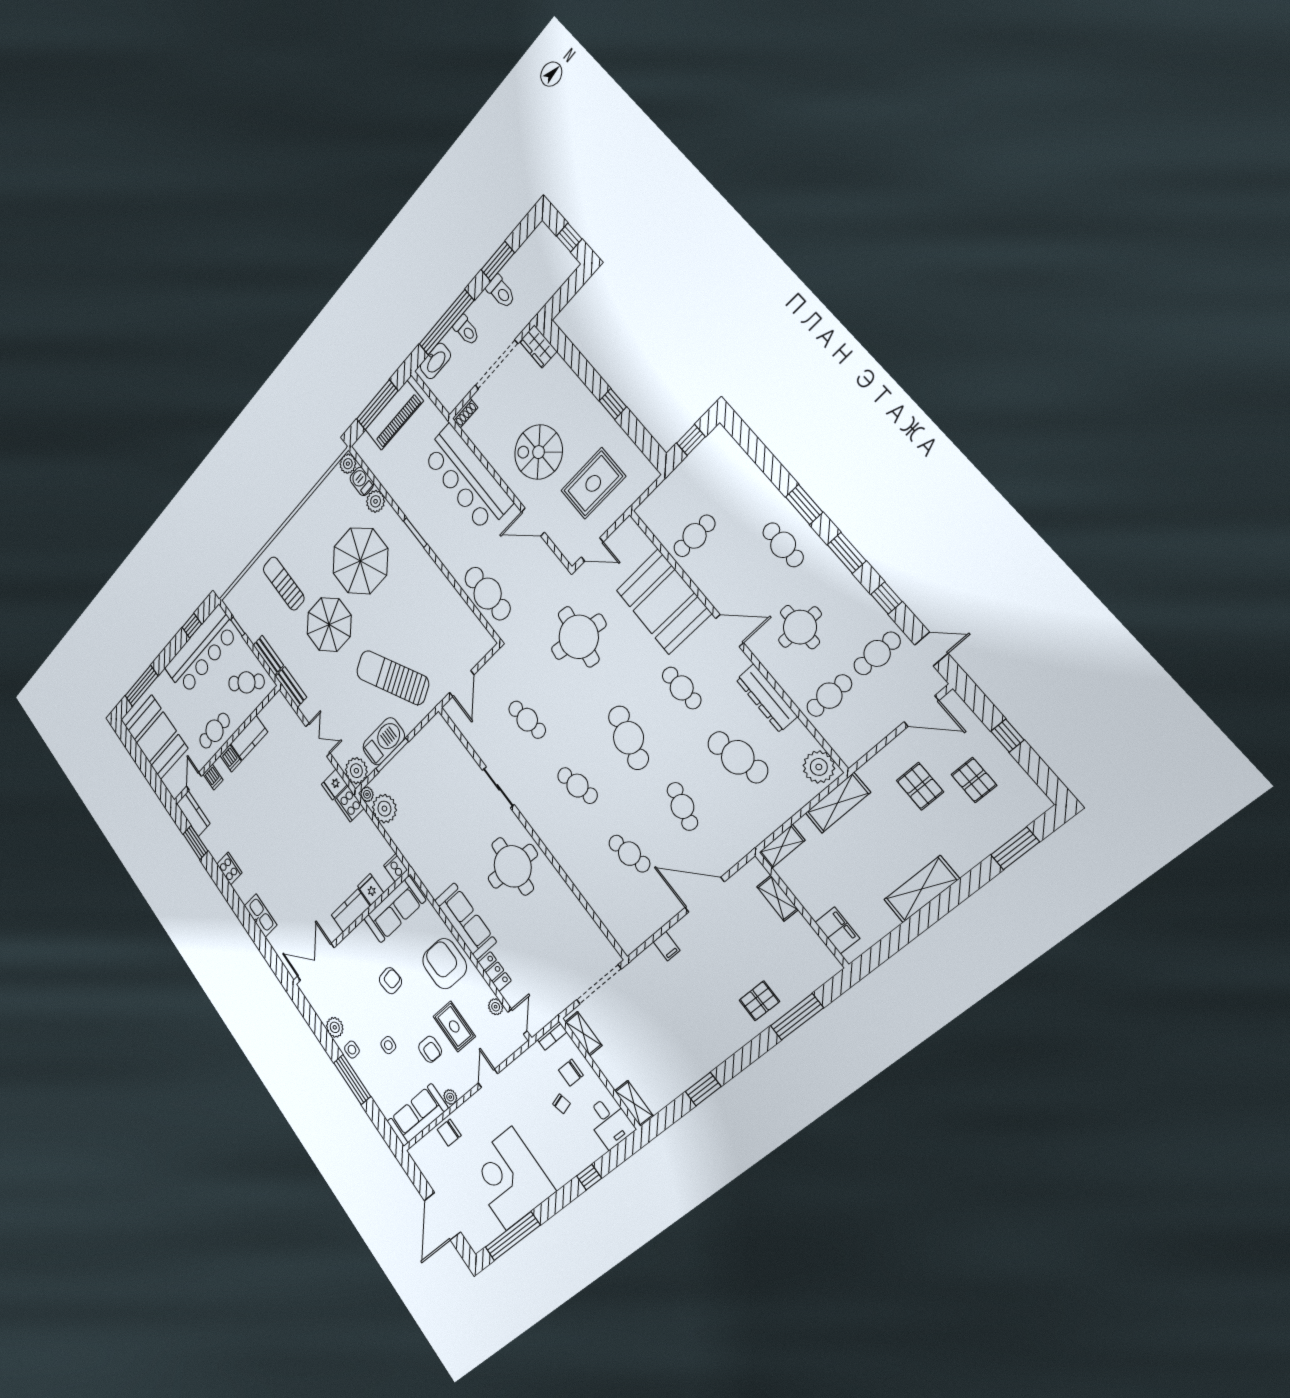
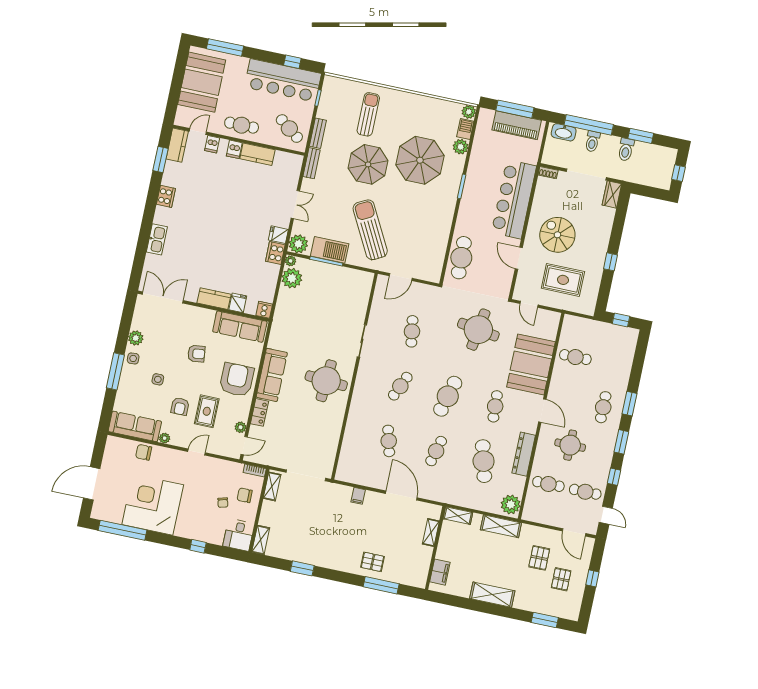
cafe table: (577, 786) -> (400, 386), turned 39

